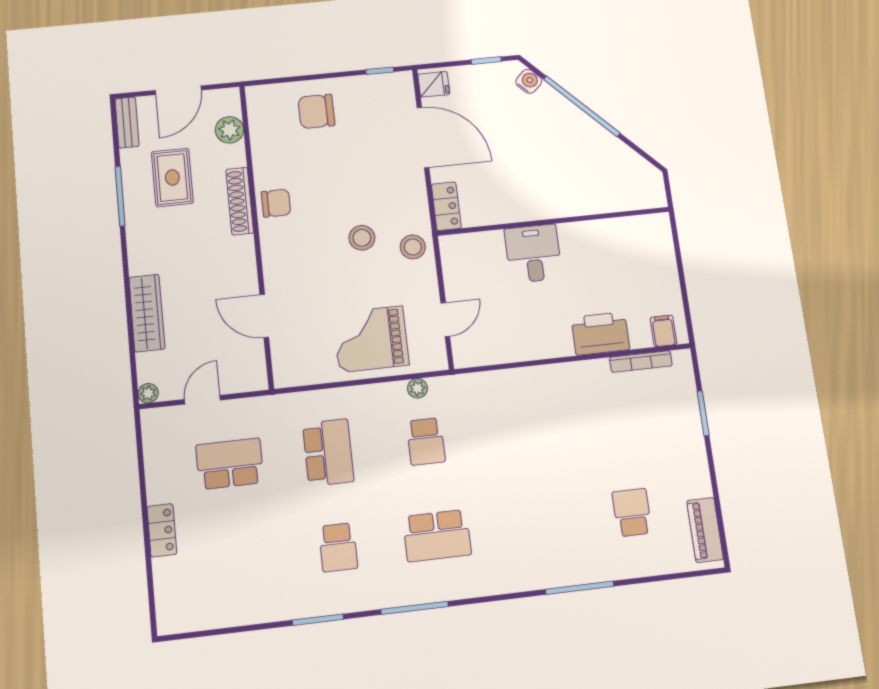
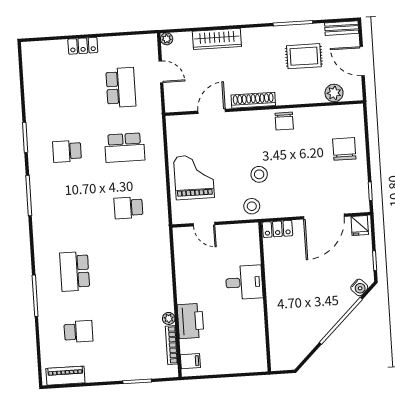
shoe rack: (240, 201) -> (253, 100), moved
plant: (417, 388) -> (169, 318), moved
school desk: (437, 536) -> (75, 271), moved

